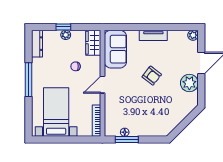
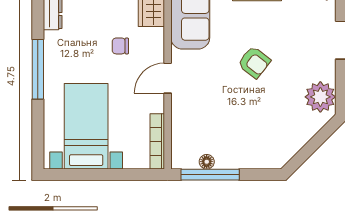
plant: (189, 83) -> (320, 97), moved
window: (127, 140) -> (210, 175), width x1.44

